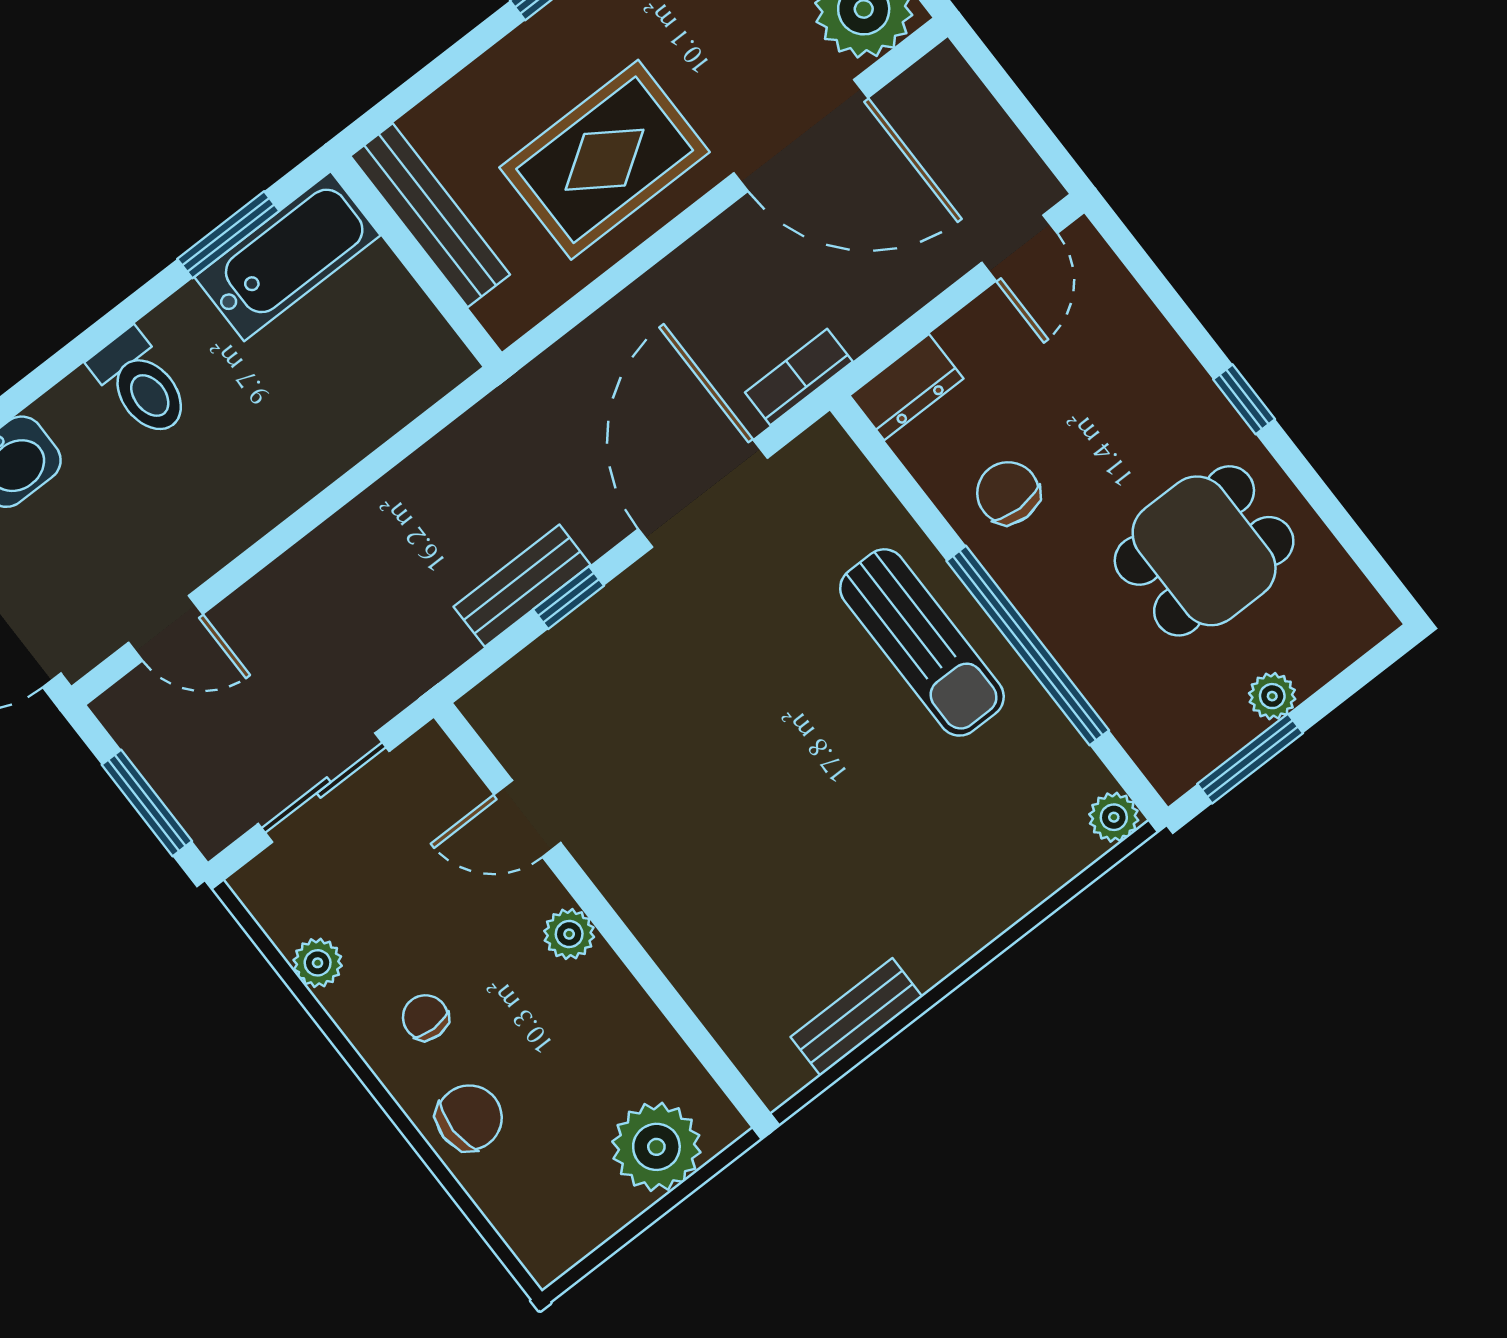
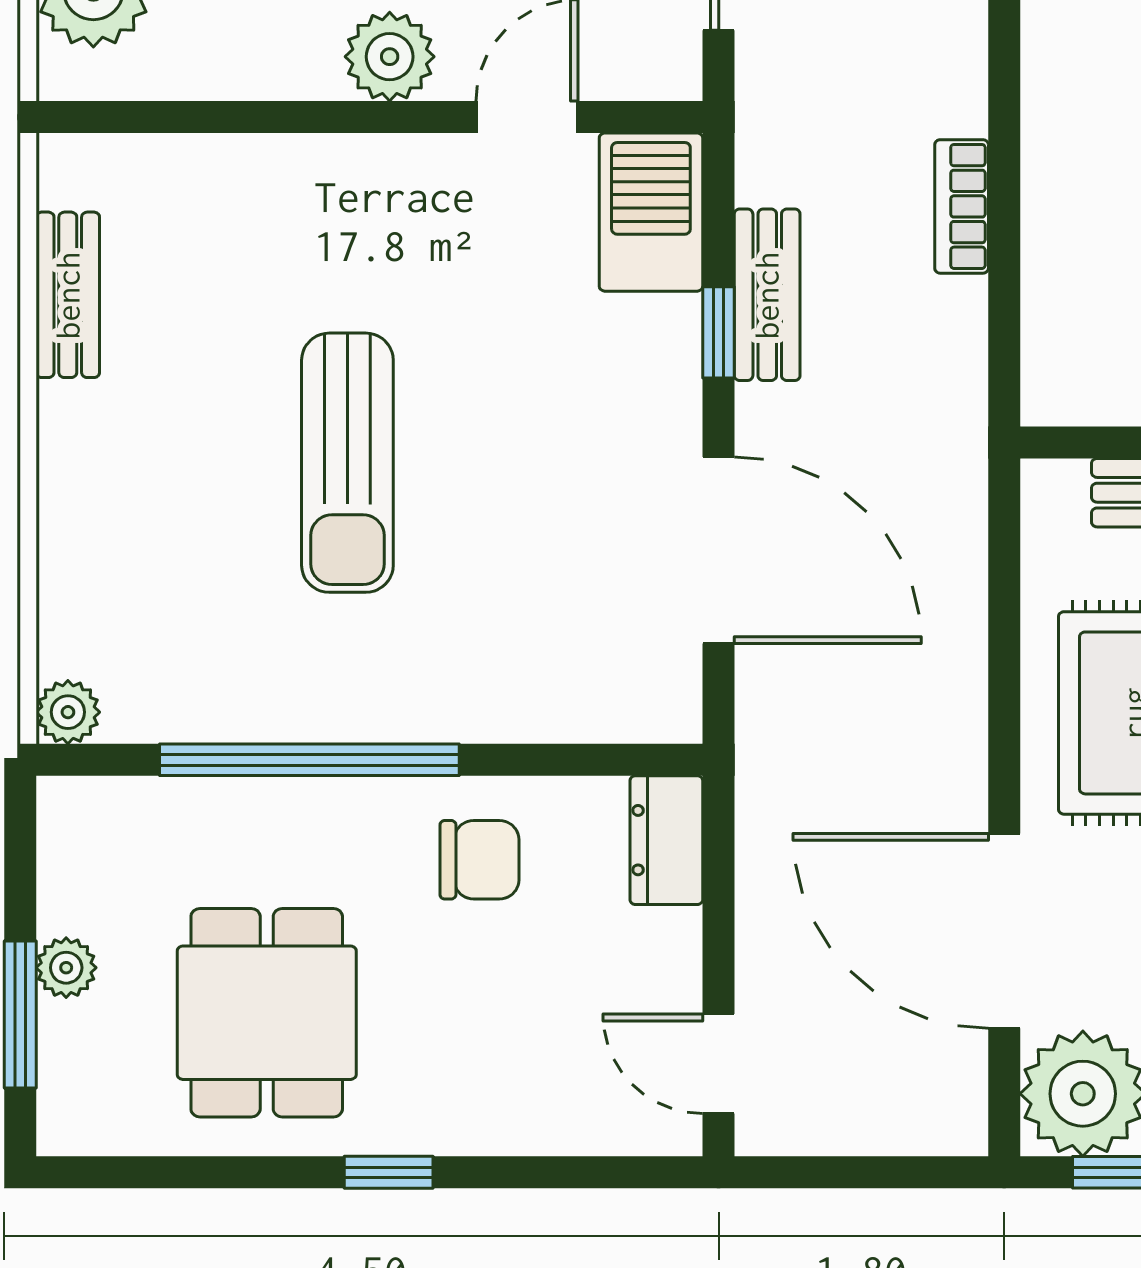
door: (801, 135) -> (1004, 931), hinge flipped
bookcase: (799, 377) -> (962, 206), moved, turned 180
sun lounger: (922, 642) -> (347, 463), moved, turned -90
barbecue: (527, 697) -> (651, 212), added
window: (1250, 759) -> (20, 1014), moved
plant: (569, 934) -> (390, 57), width x1.38, depth x1.38

